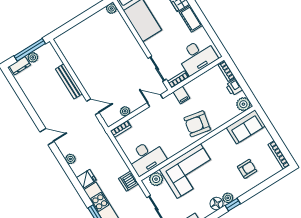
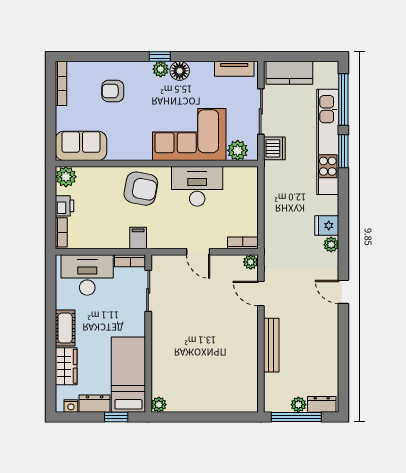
door: (155, 101) -> (198, 252), moved
plant: (125, 111) -> (251, 262), moved
desk: (146, 157) -> (197, 186), moved
fridge: (86, 179) -> (327, 226), moved
dishwasher: (129, 181) -> (274, 148), moved

